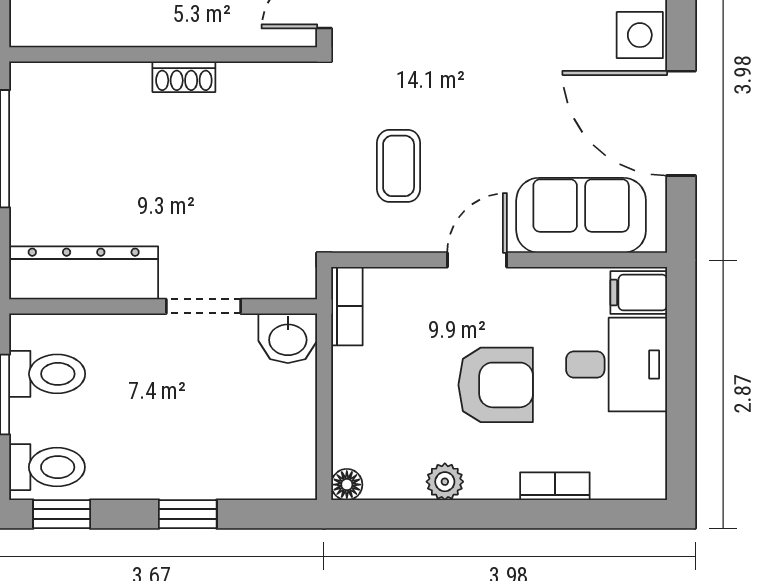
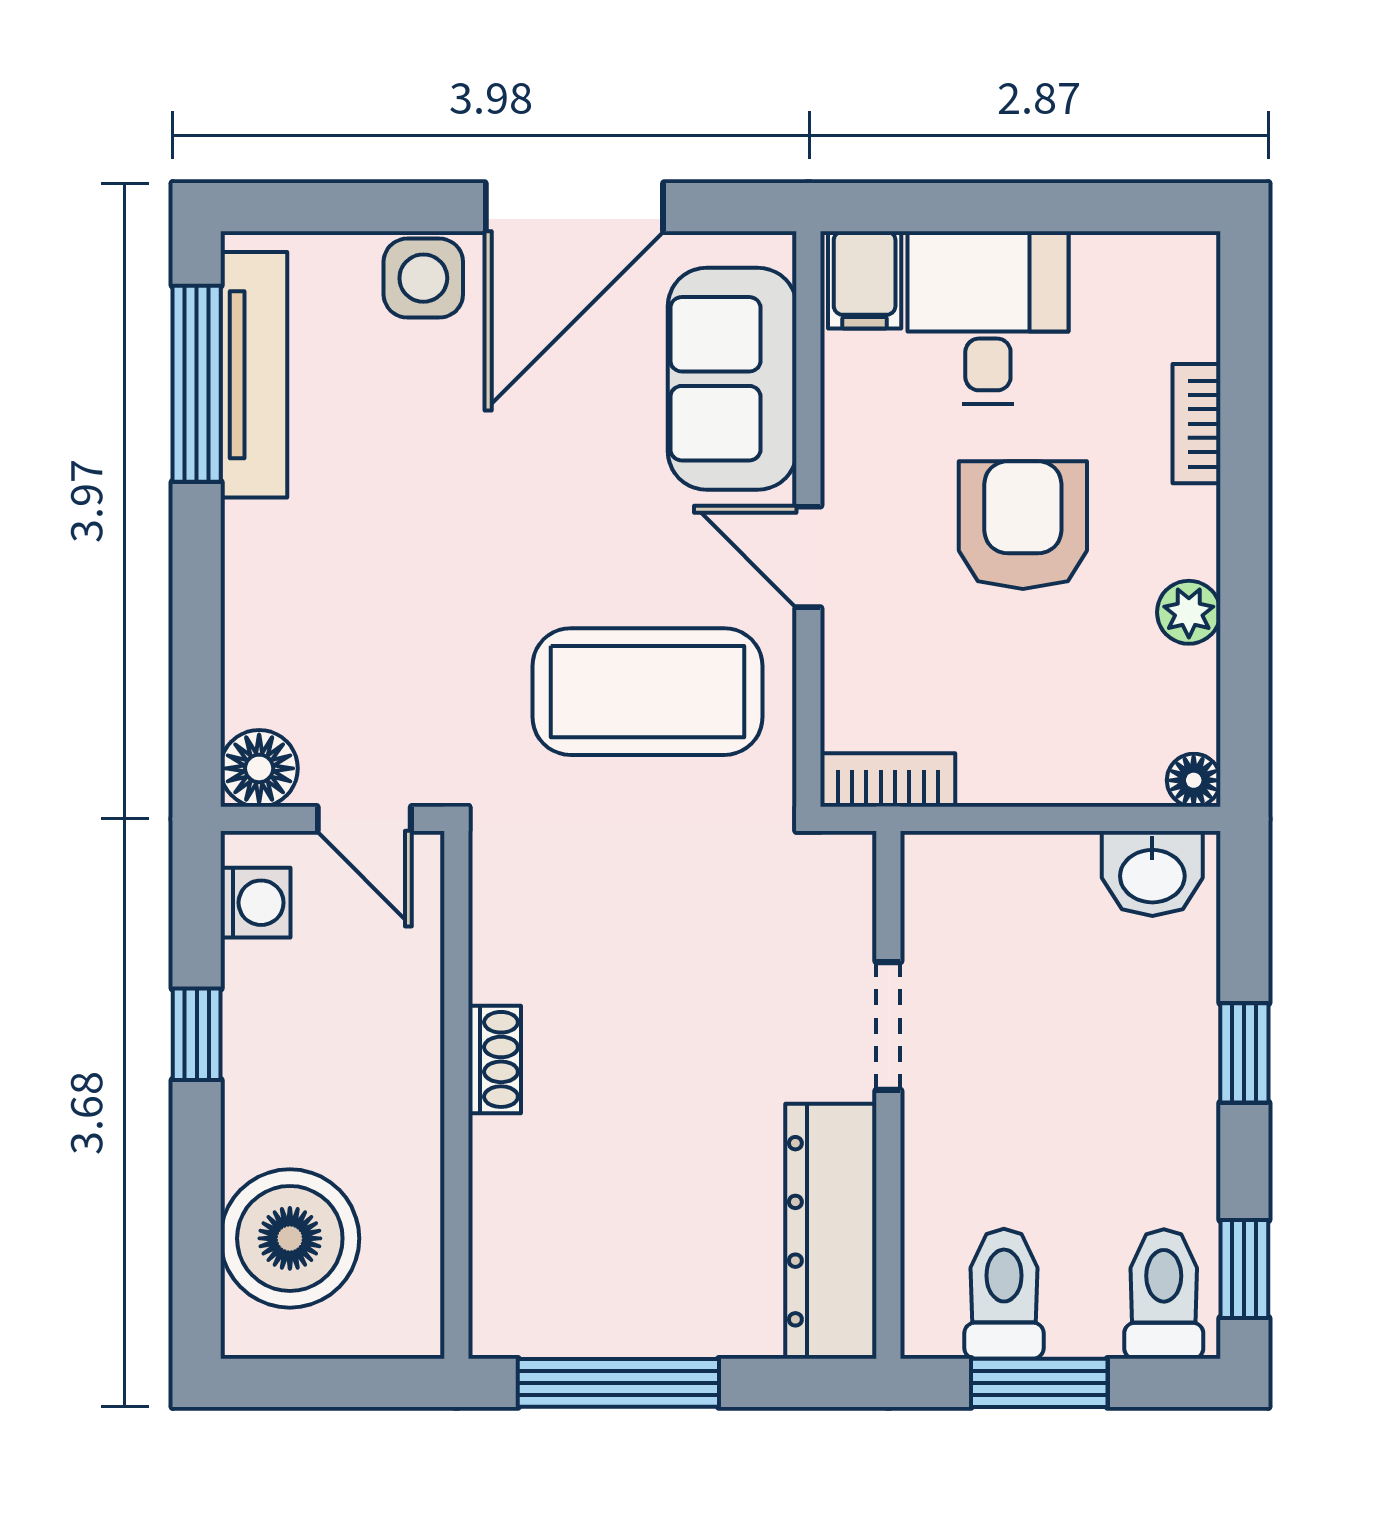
coffee table: (399, 166) -> (647, 692), width x1.86, depth x1.72
washbasin: (288, 338) -> (1152, 874), moved, turned 90

